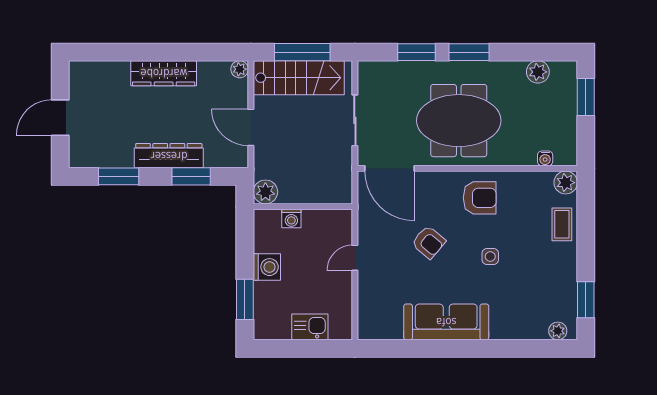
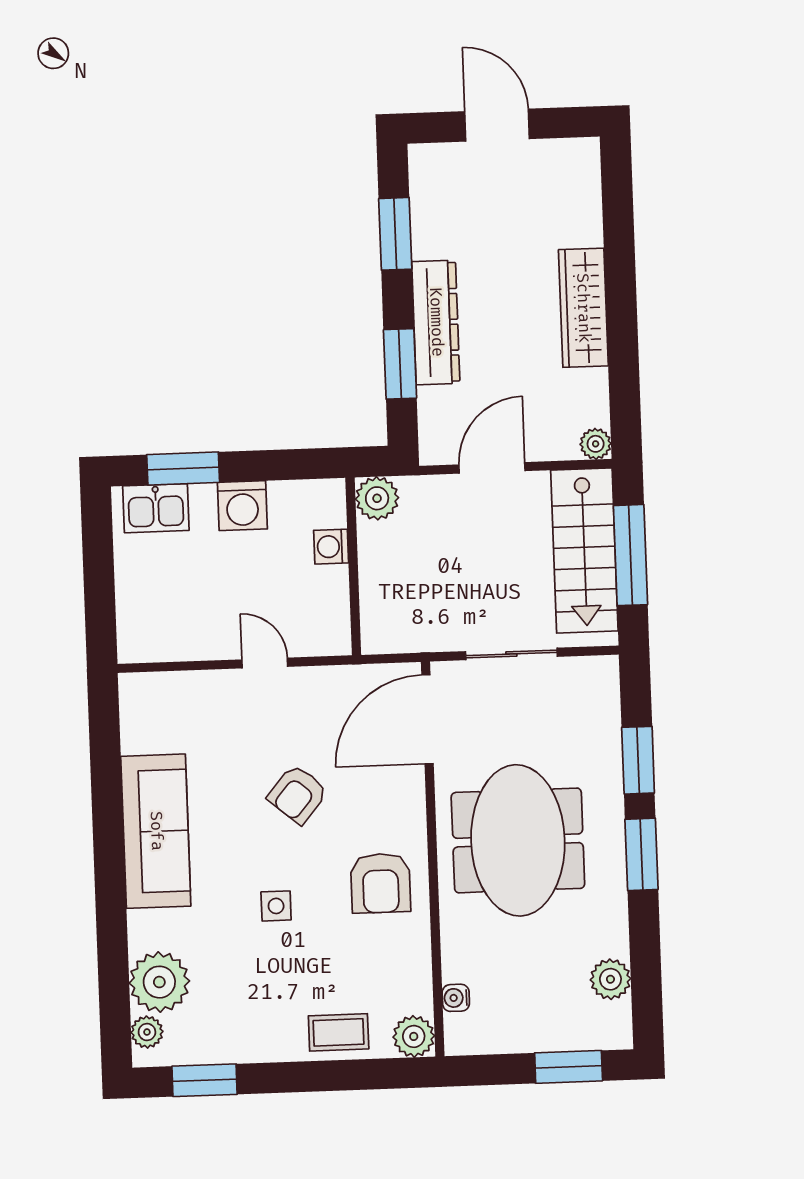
plant: (530, 323) -> (159, 982), added
kitchen sink: (310, 327) -> (156, 508), moved, turned 90

